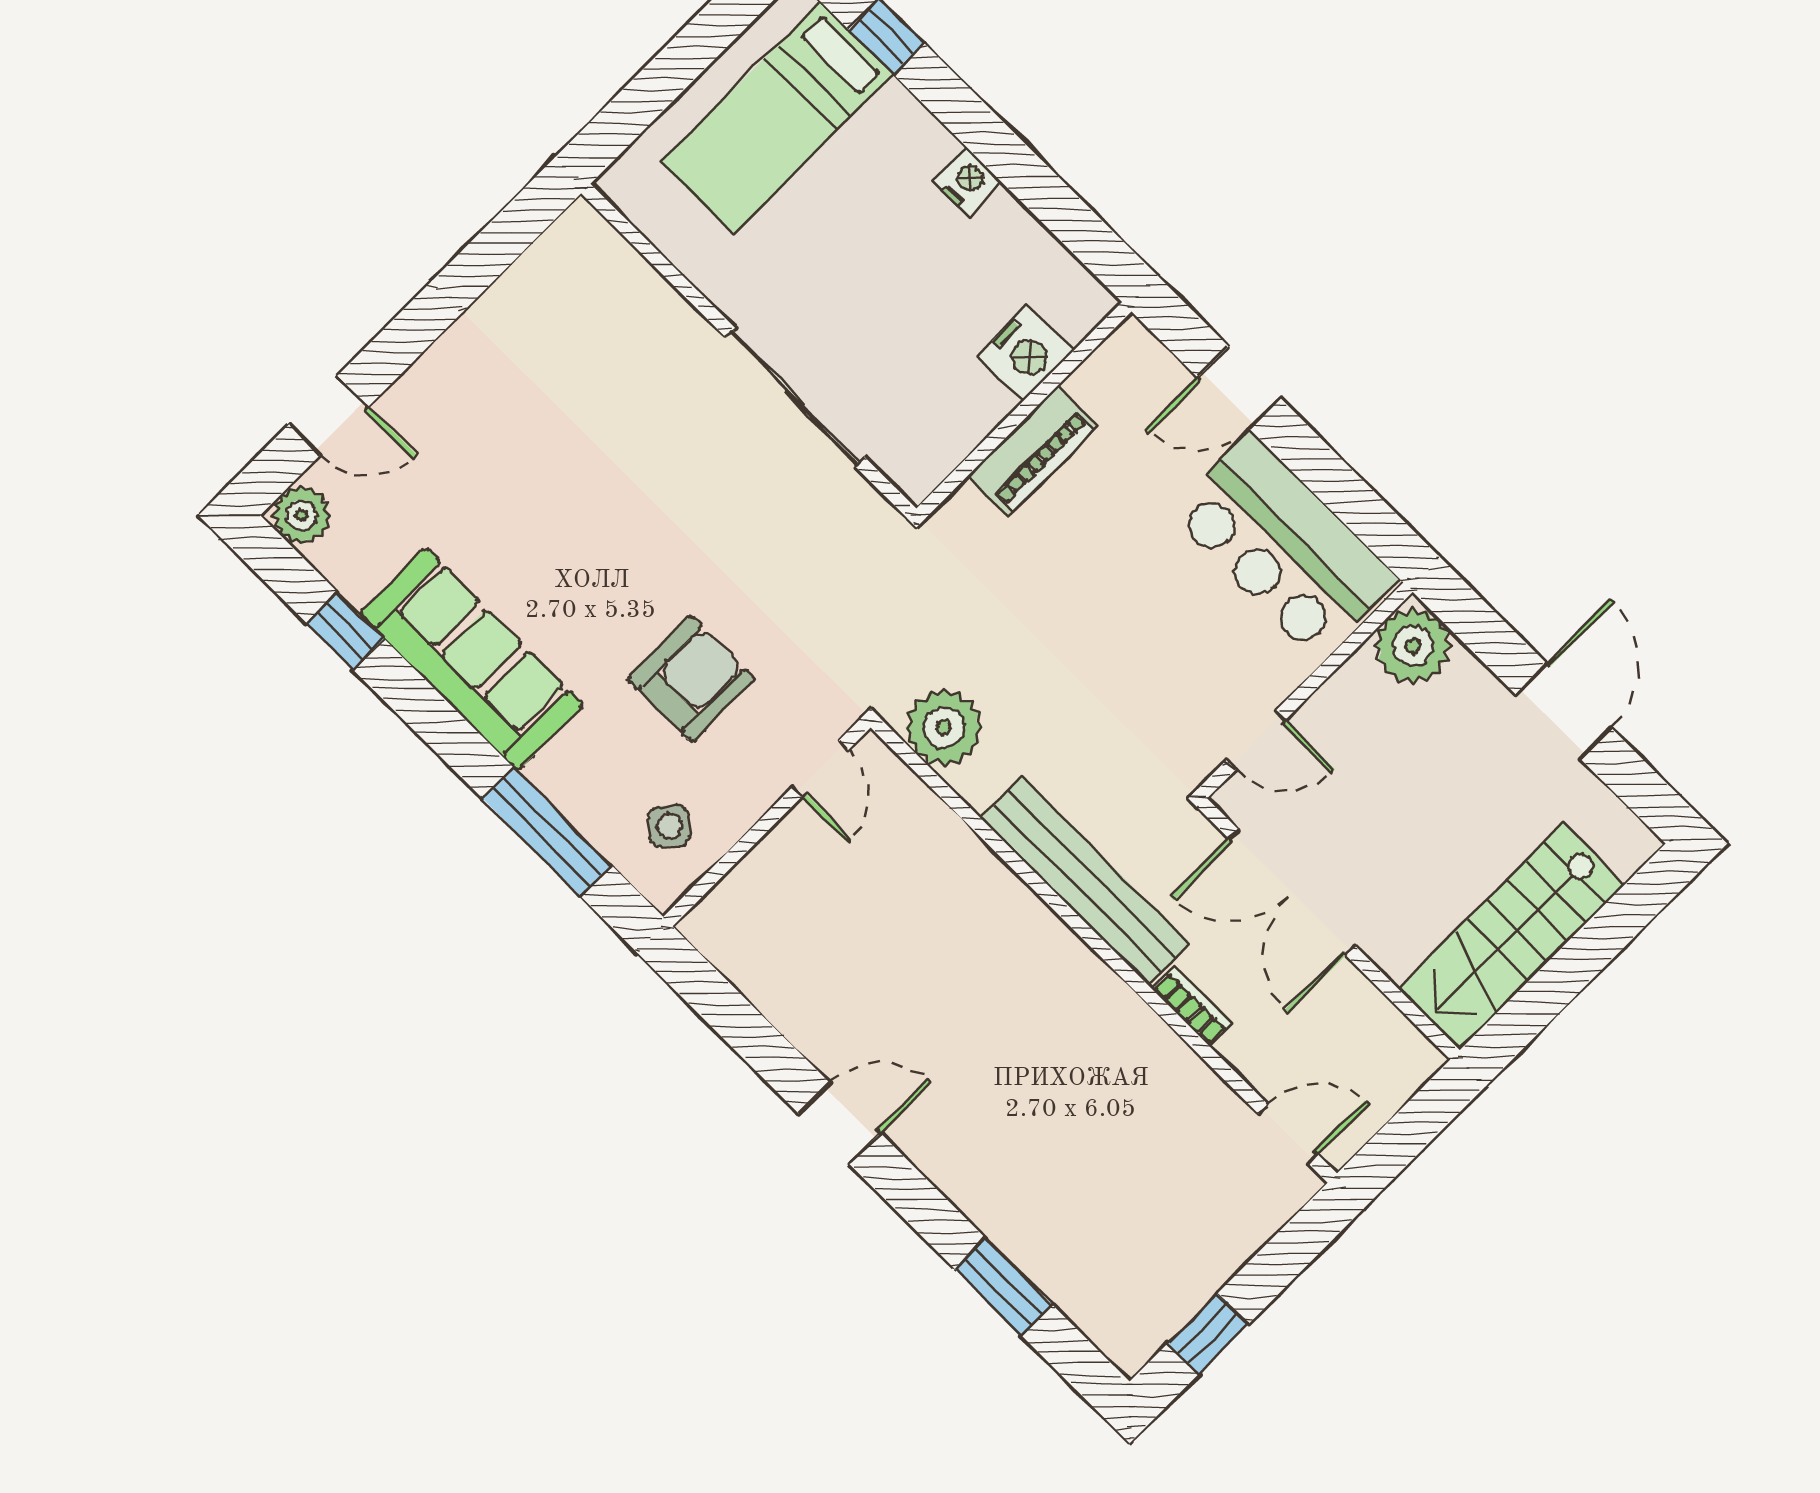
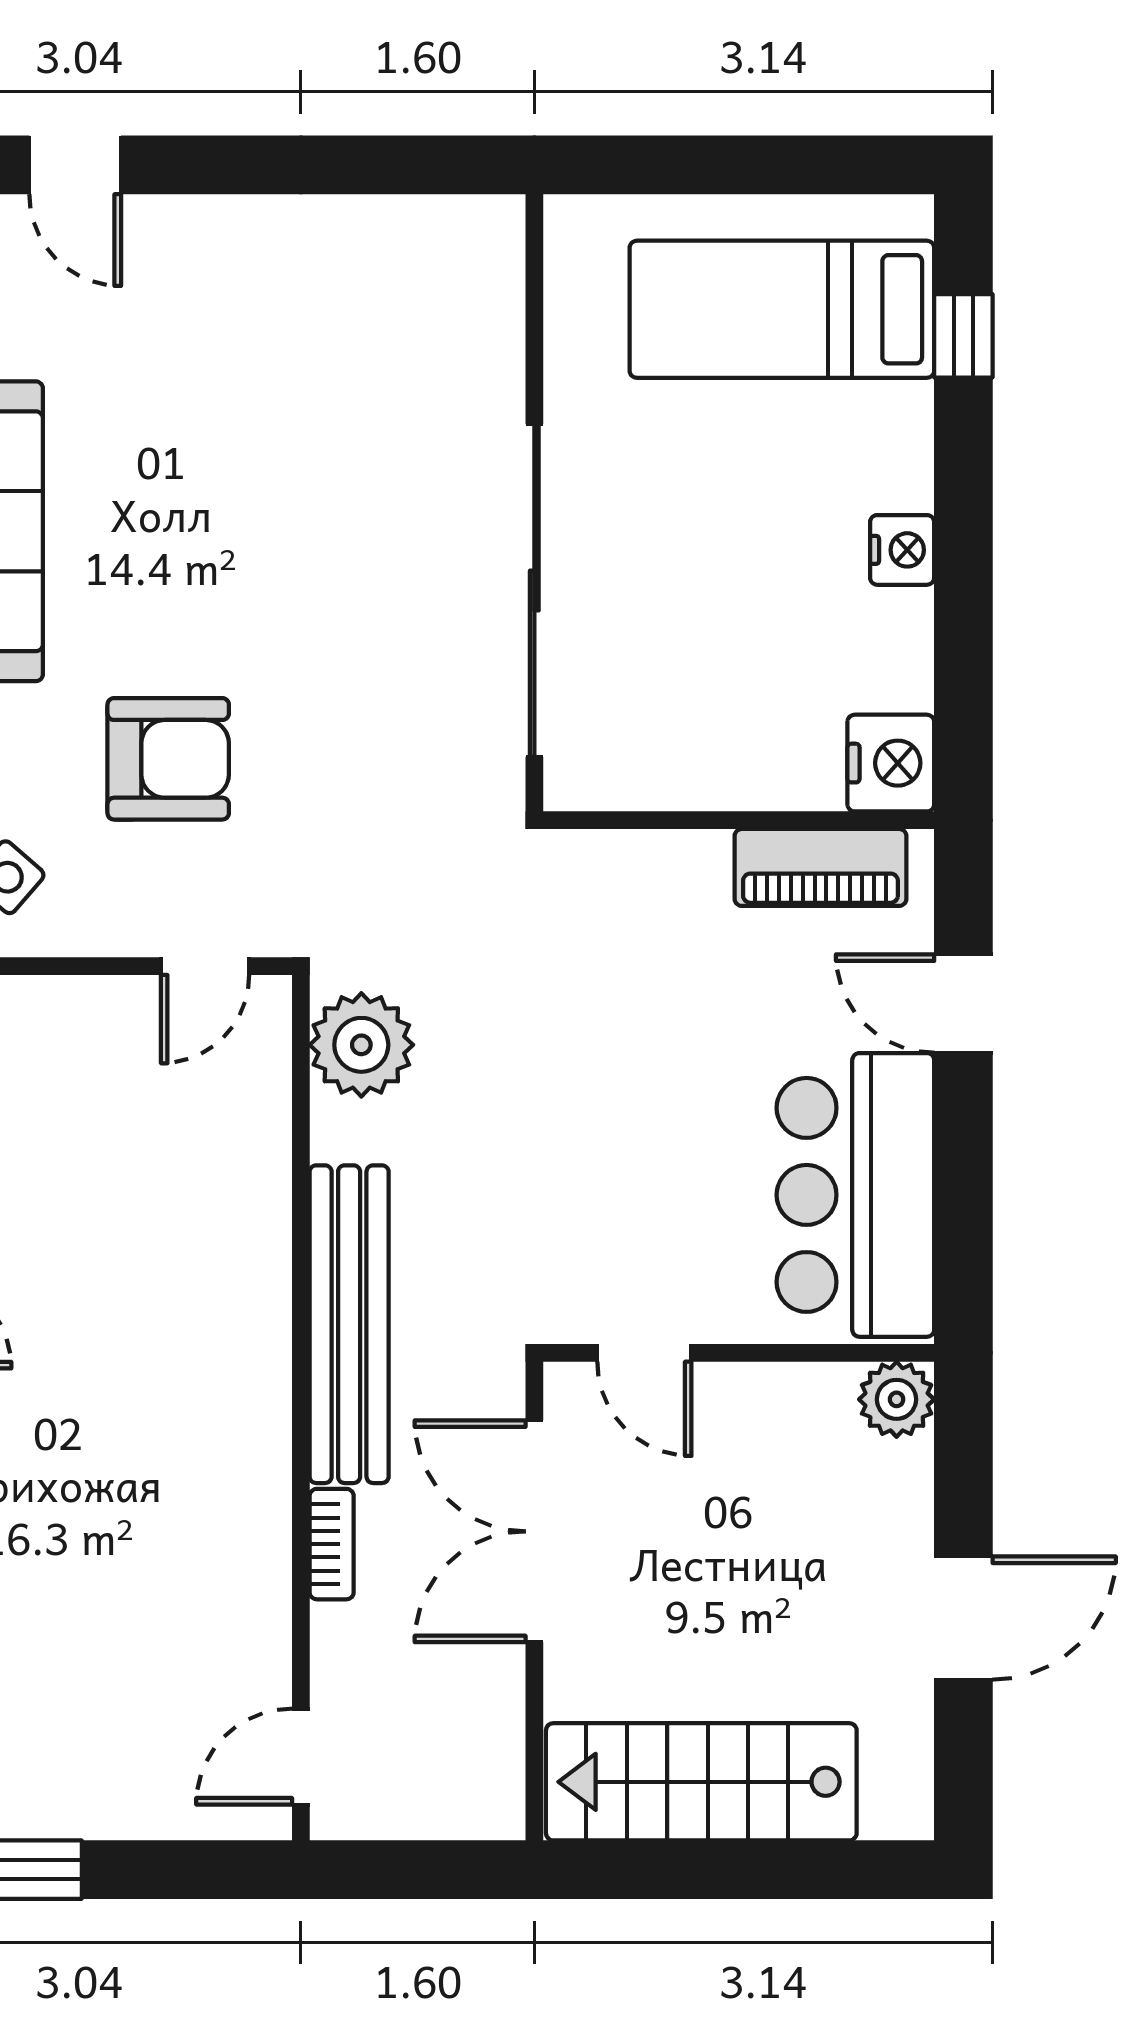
nightstand: (1025, 353) -> (891, 763), moved, turned -90
sliding door: (795, 397) -> (534, 590), width x1.36
piano: (1033, 451) -> (820, 867), moved
plant: (1413, 646) -> (897, 1399), width x0.73, depth x0.73
door: (1288, 1134) -> (301, 1757), swing flipped

